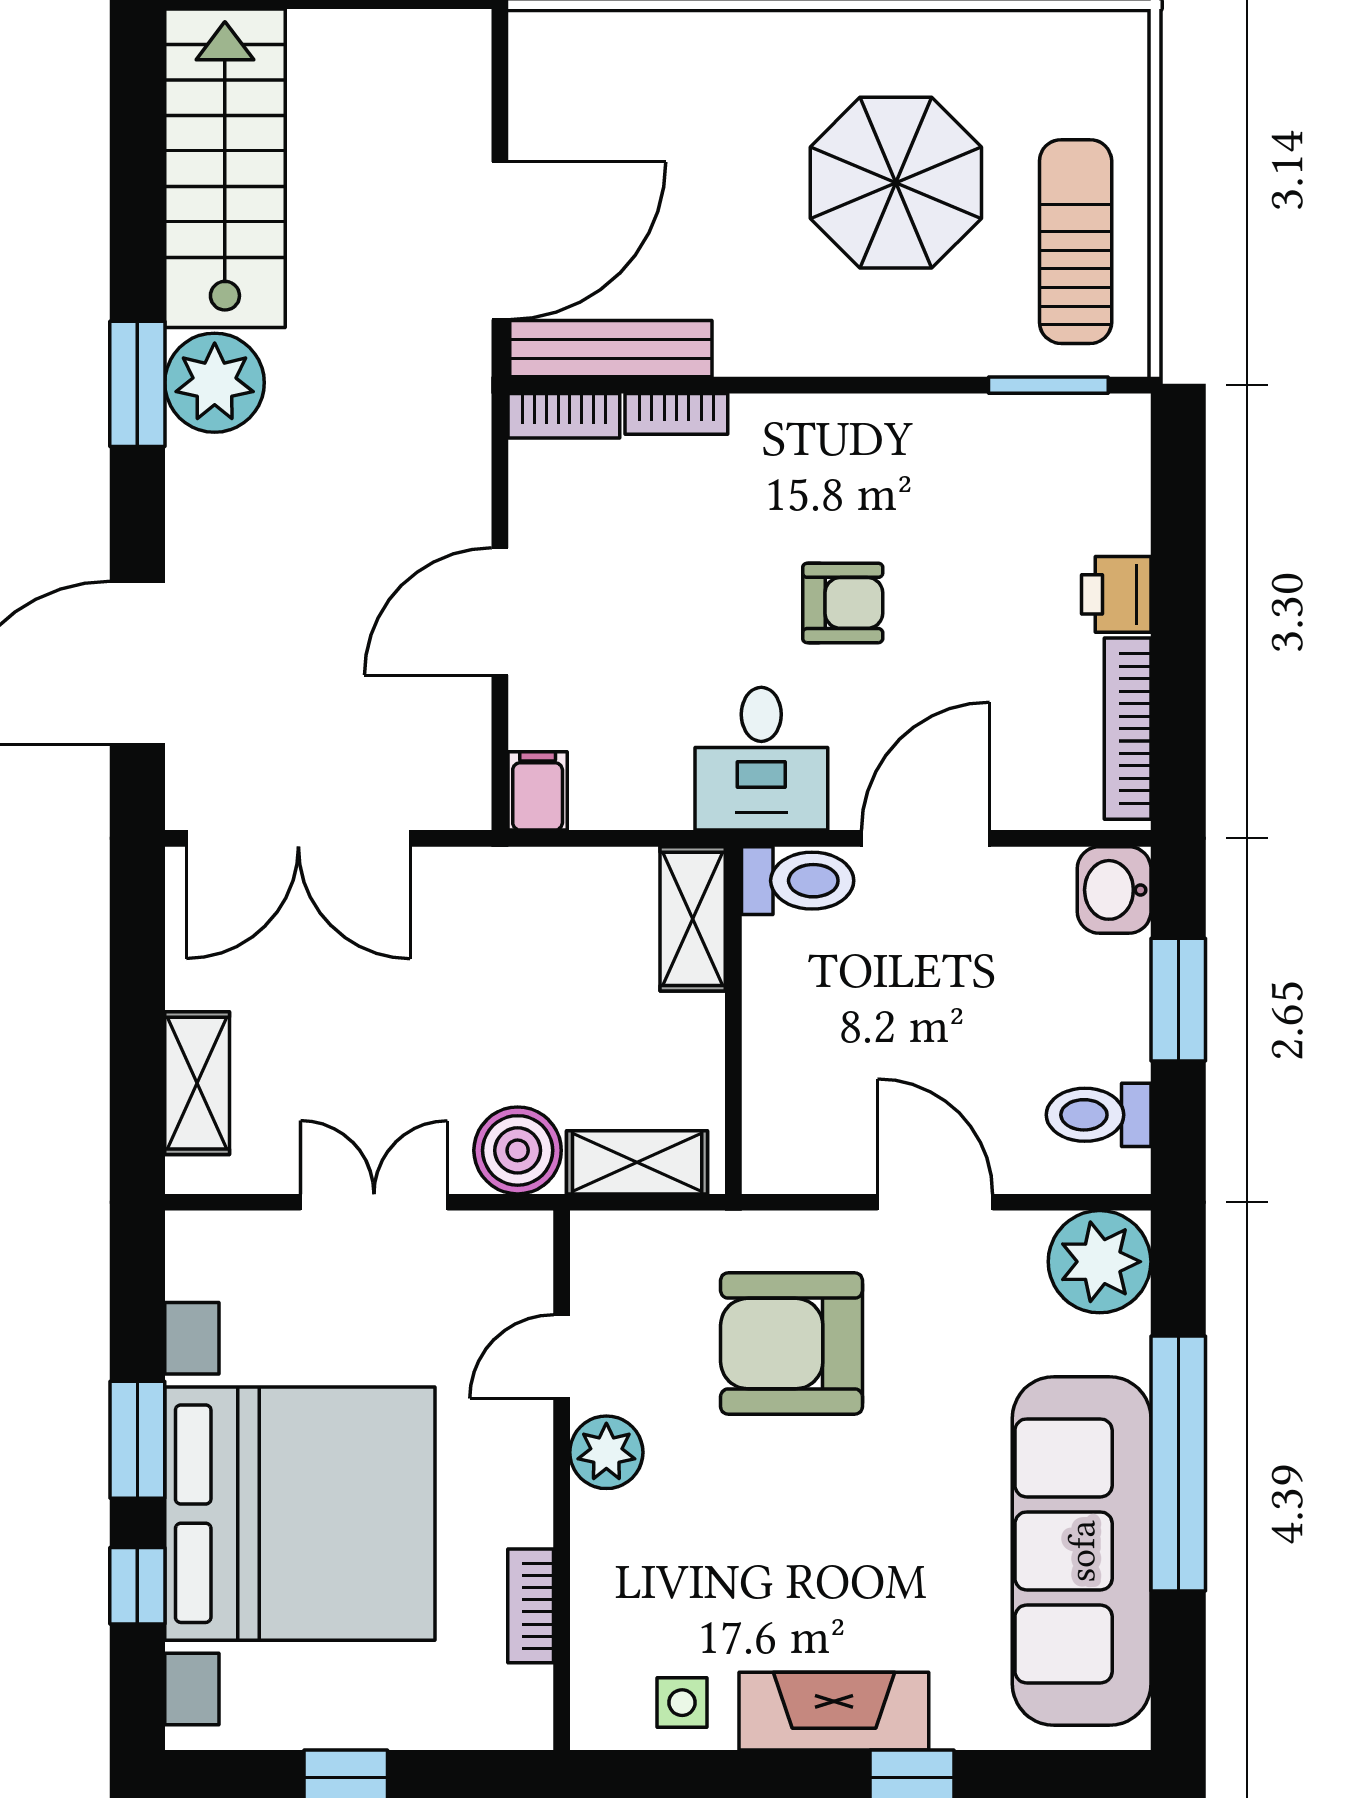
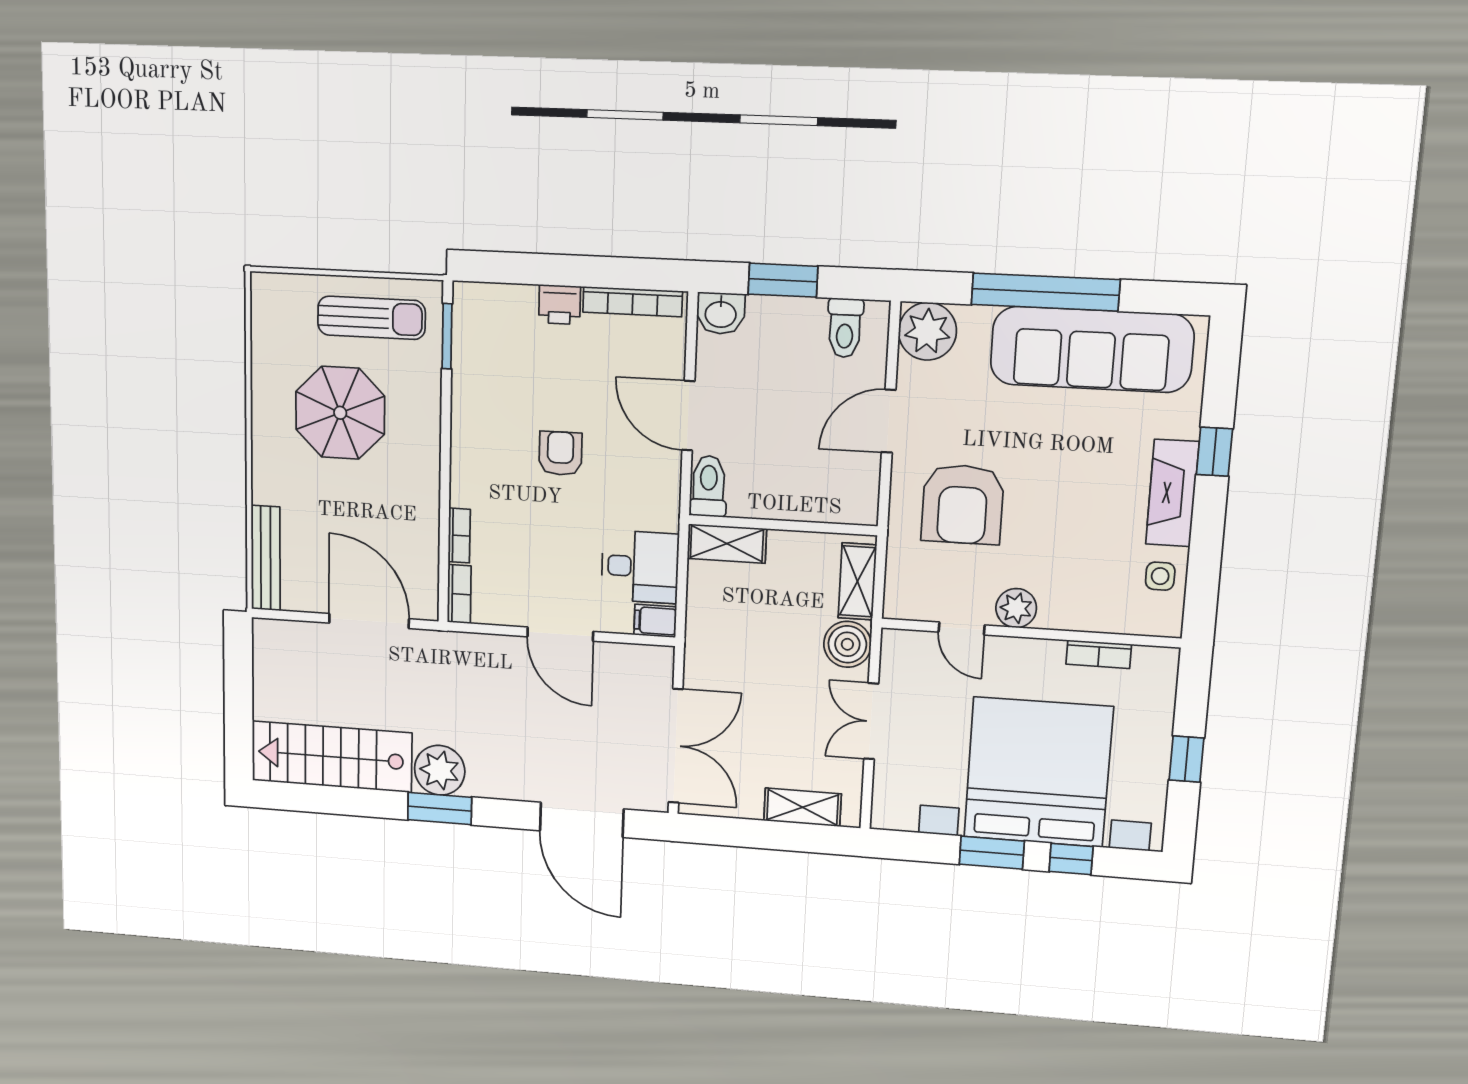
sun lounger: (1076, 242) -> (371, 318), turned 180
bench: (611, 349) -> (266, 558), moved
desk: (761, 759) -> (640, 567), moved

